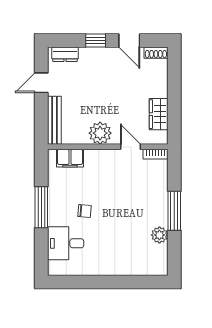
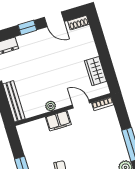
plant: (100, 133) -> (51, 106), width x0.53, depth x0.53
filing cabinet: (70, 158) -> (58, 121), moved

